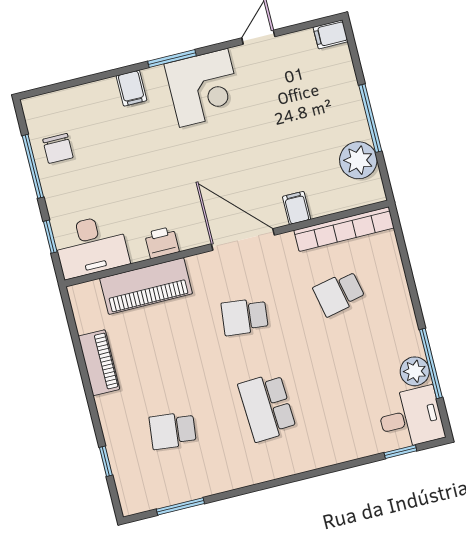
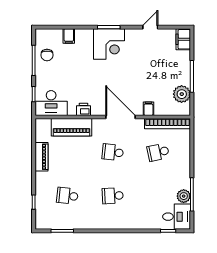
filing cabinet: (331, 34) -> (183, 39), width x2.00
filing cabinet: (131, 88) -> (69, 36), moved
corner desk: (204, 88) -> (109, 44), moved
school desk: (267, 407) -> (113, 196), width x0.54

